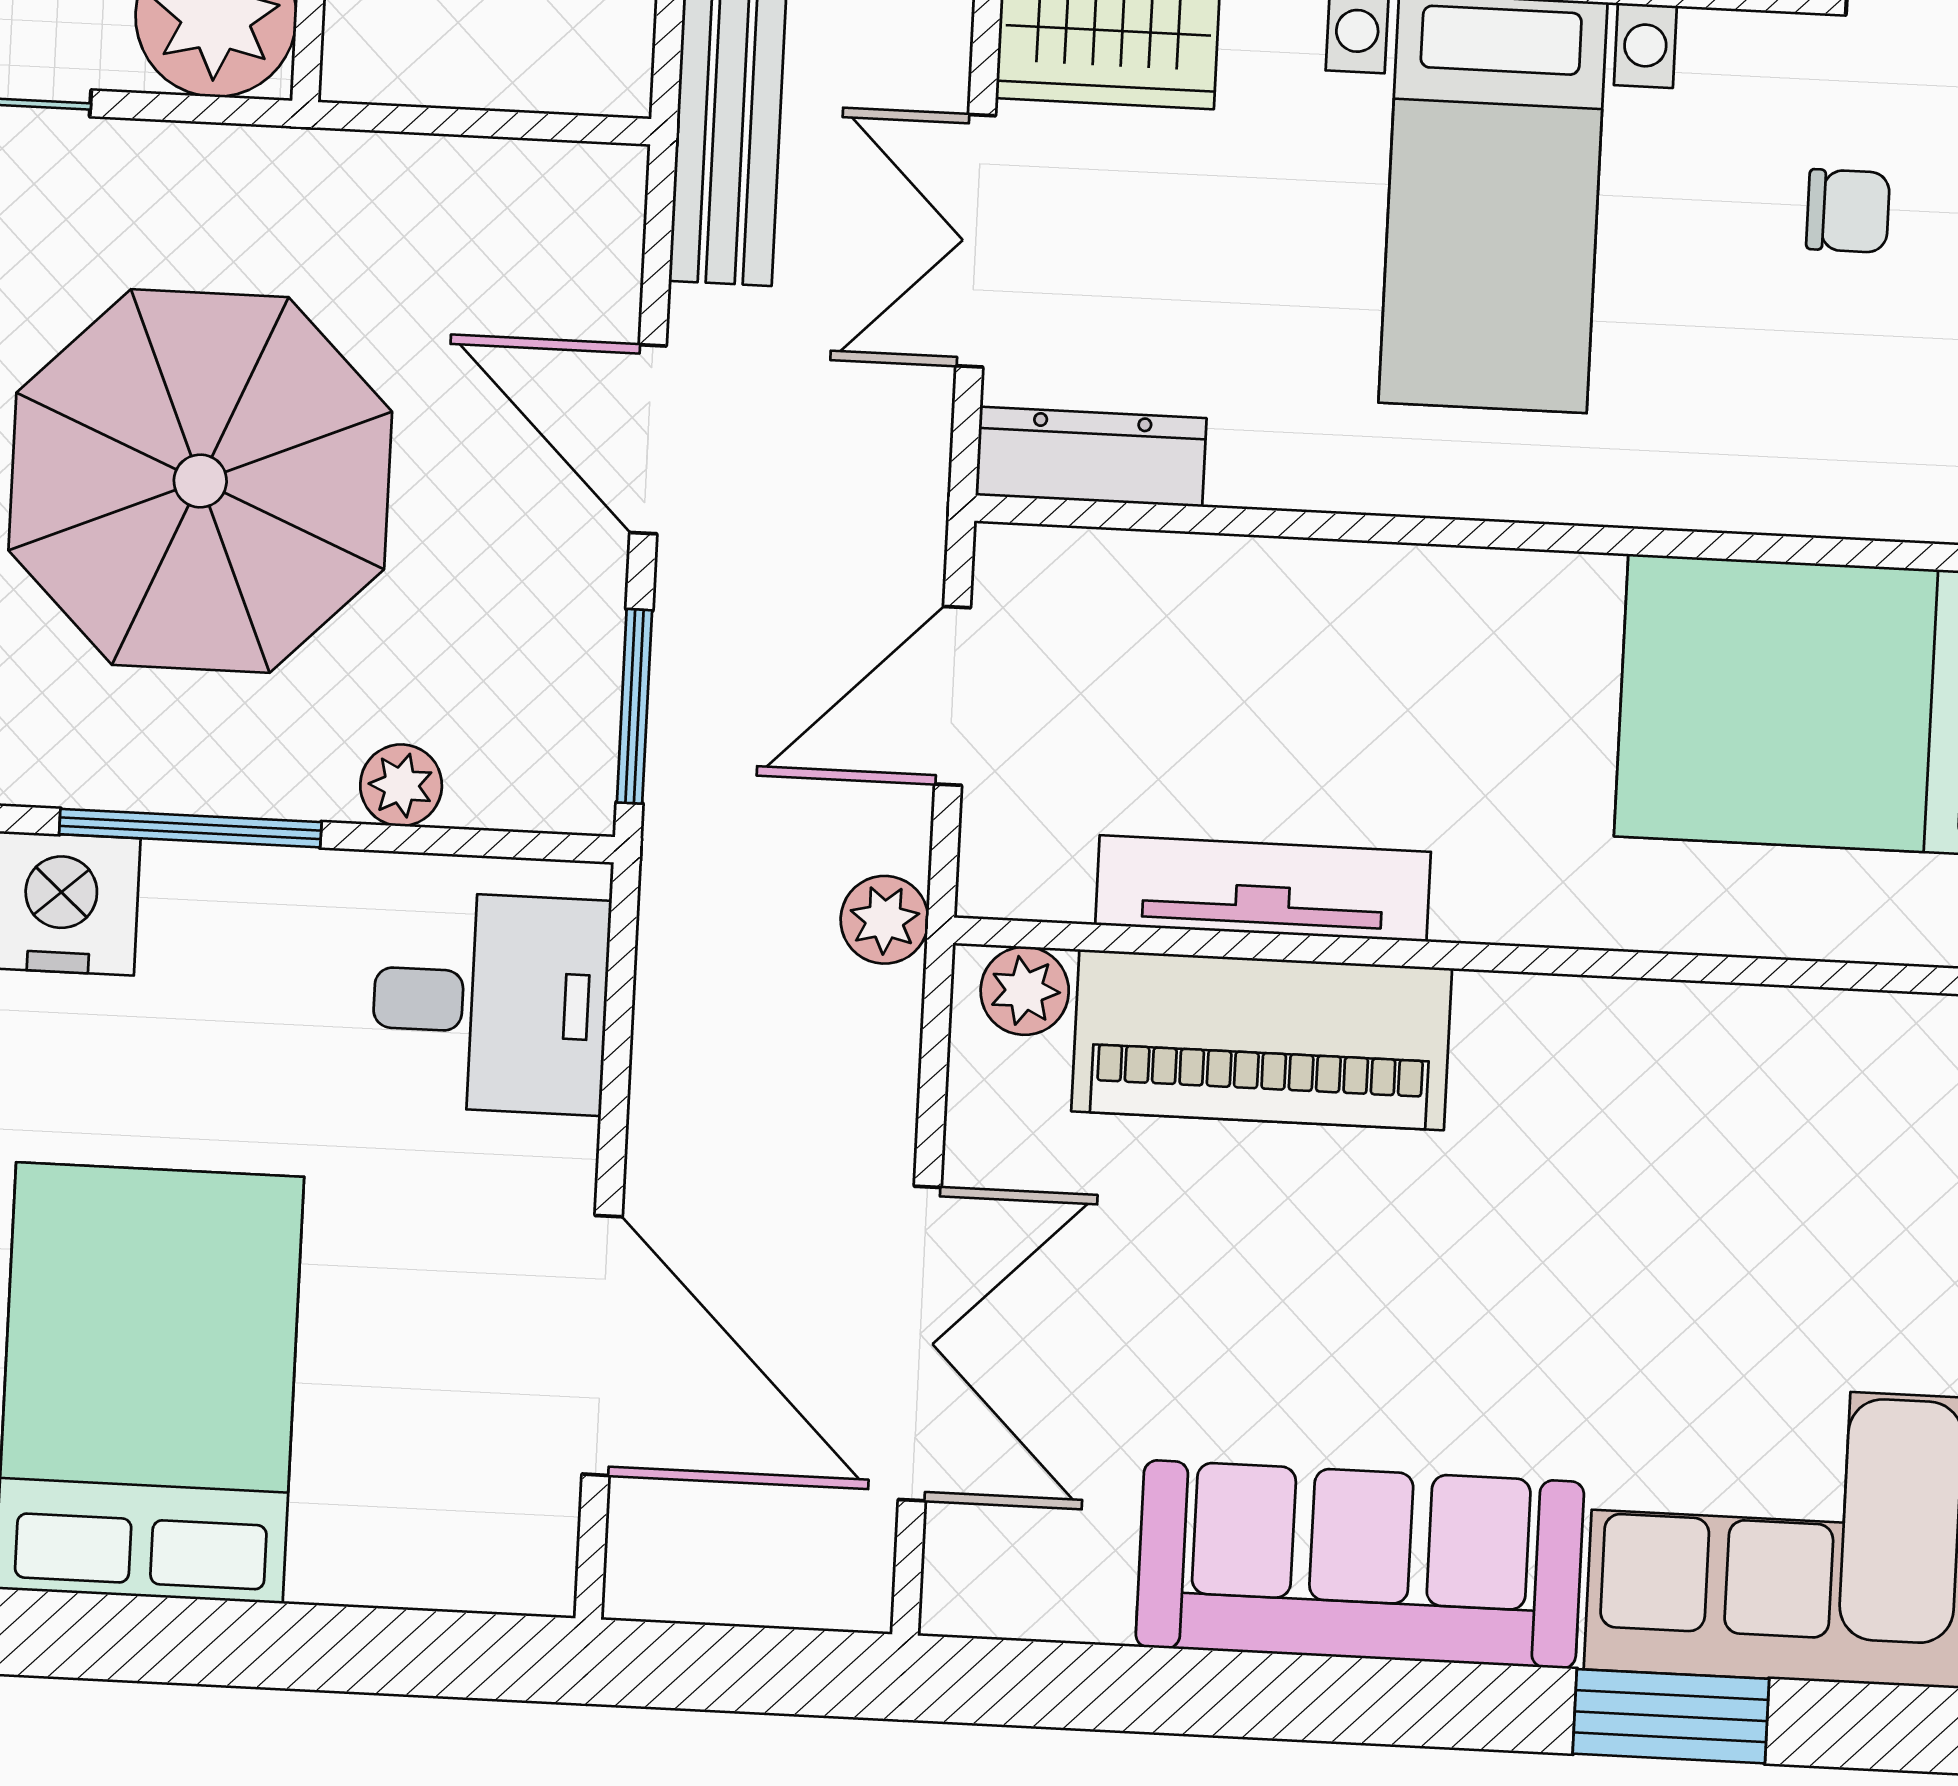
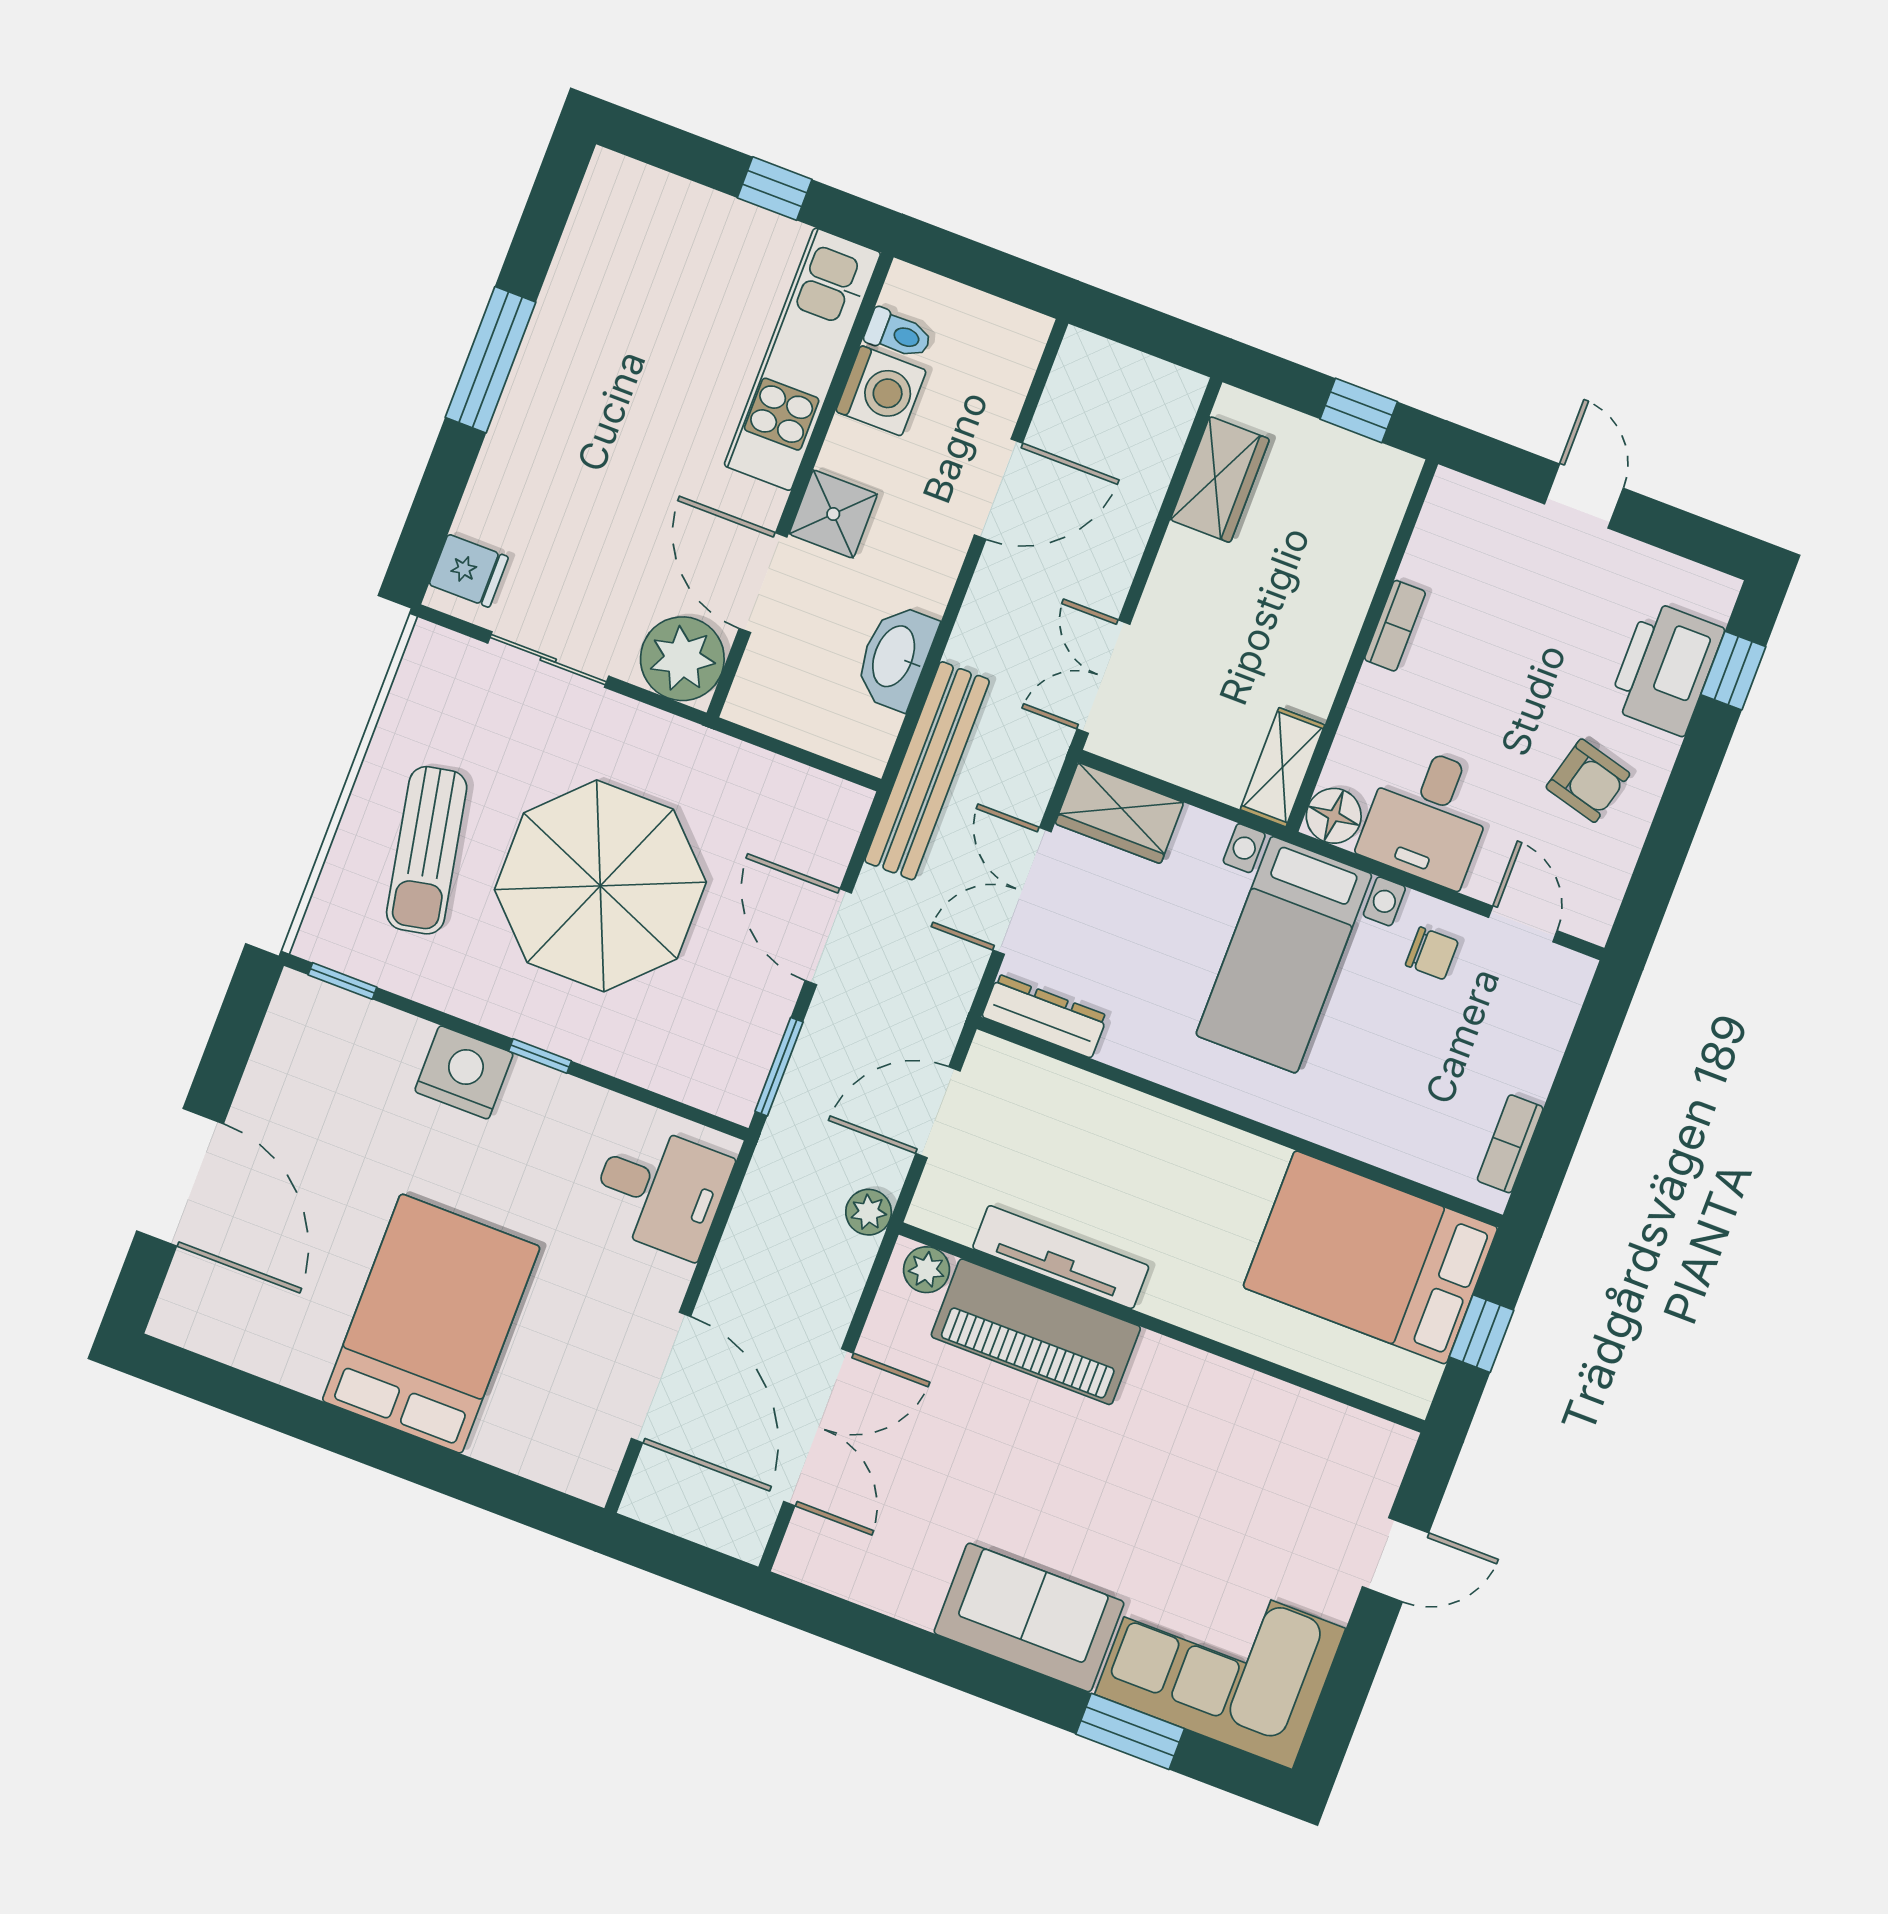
chair: (1848, 211) -> (1432, 953), moved
plant: (401, 785) -> (651, 1068), removed
window: (190, 828) -> (540, 1056), width x0.46
sofa: (1360, 1564) -> (1029, 1617), width x0.73

